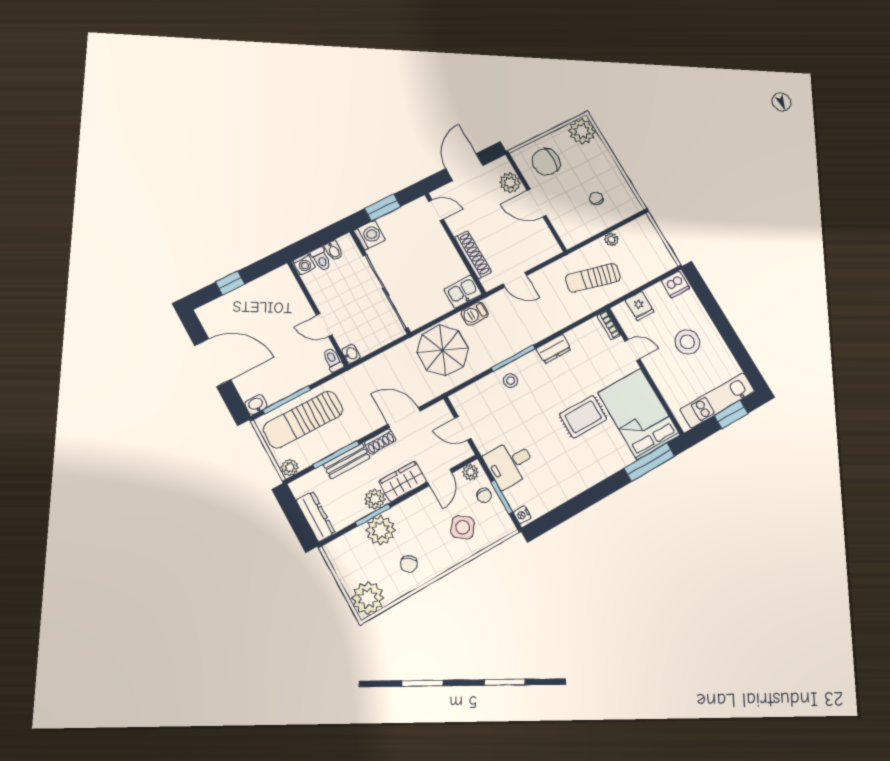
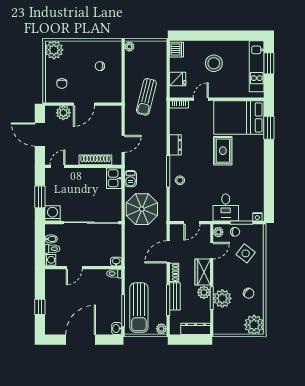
chair: (546, 162) -> (62, 83), width x0.54, depth x0.54
plant: (611, 239) -> (129, 47), moved
door: (324, 325) -> (74, 268), moved
window: (649, 462) -> (269, 128), width x0.69
door: (440, 477) -> (212, 251), hinge flipped

